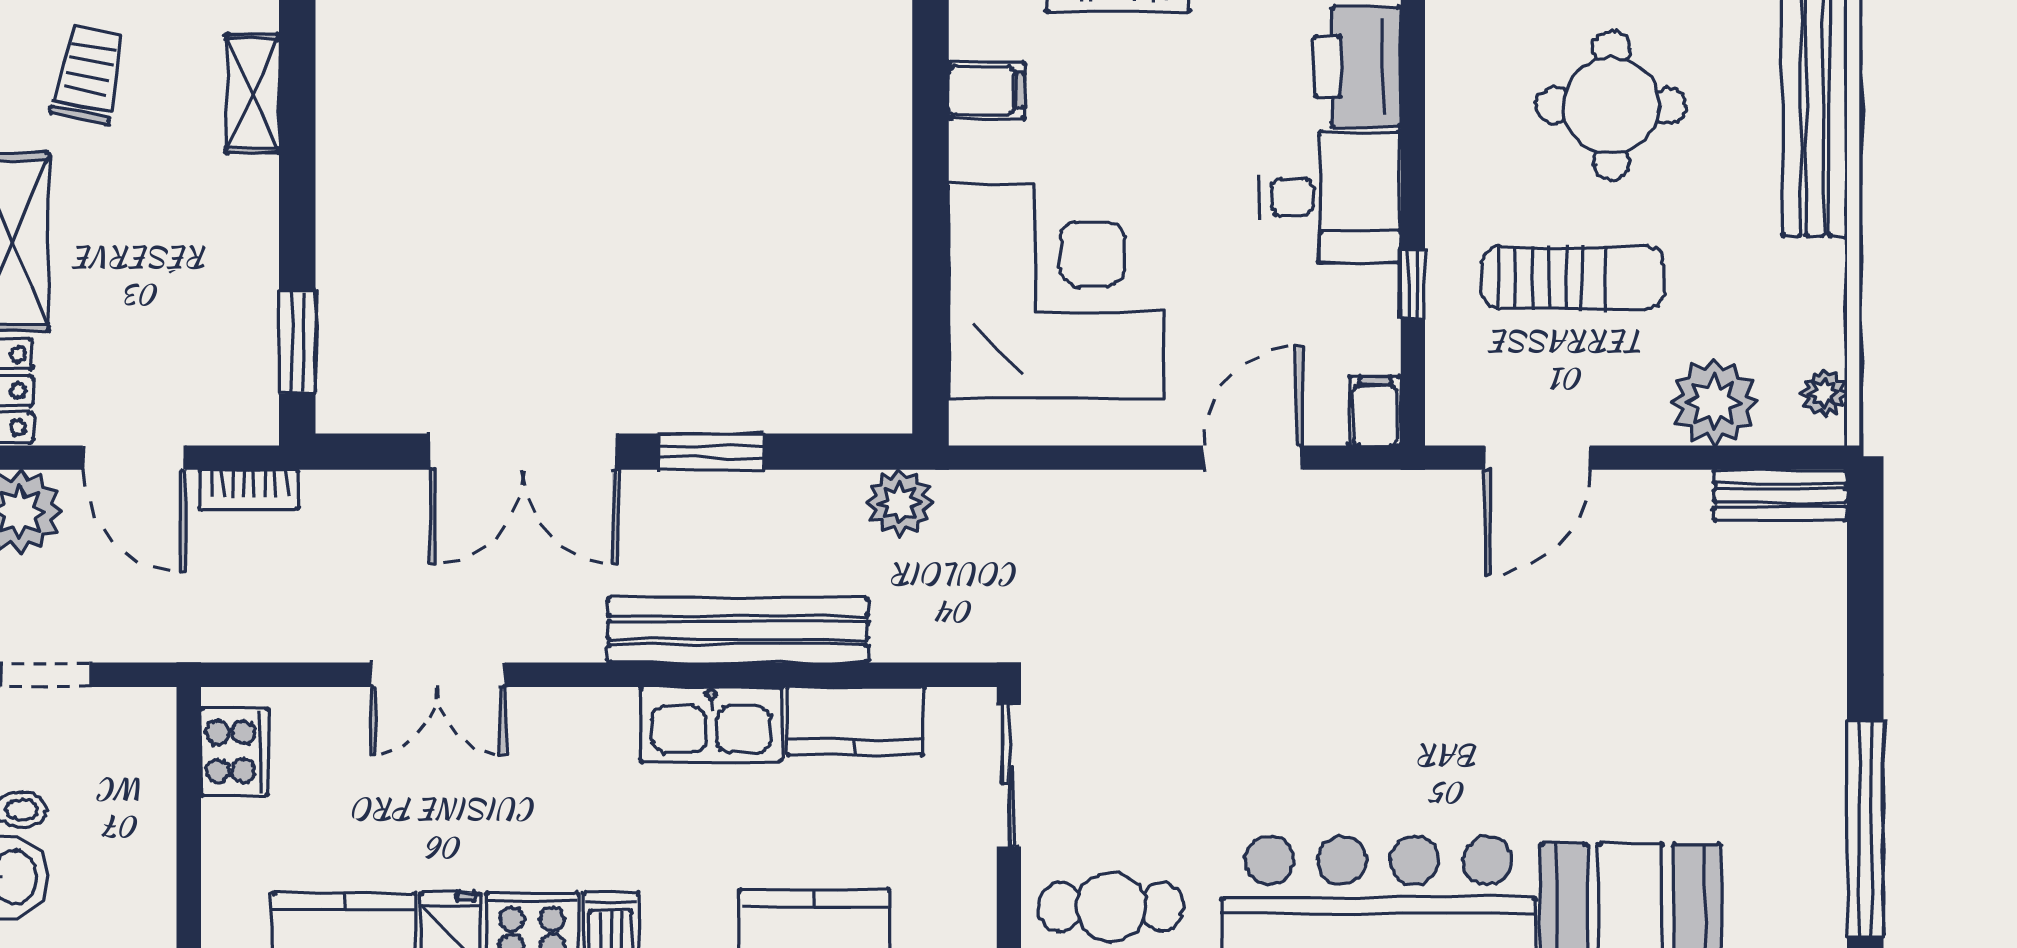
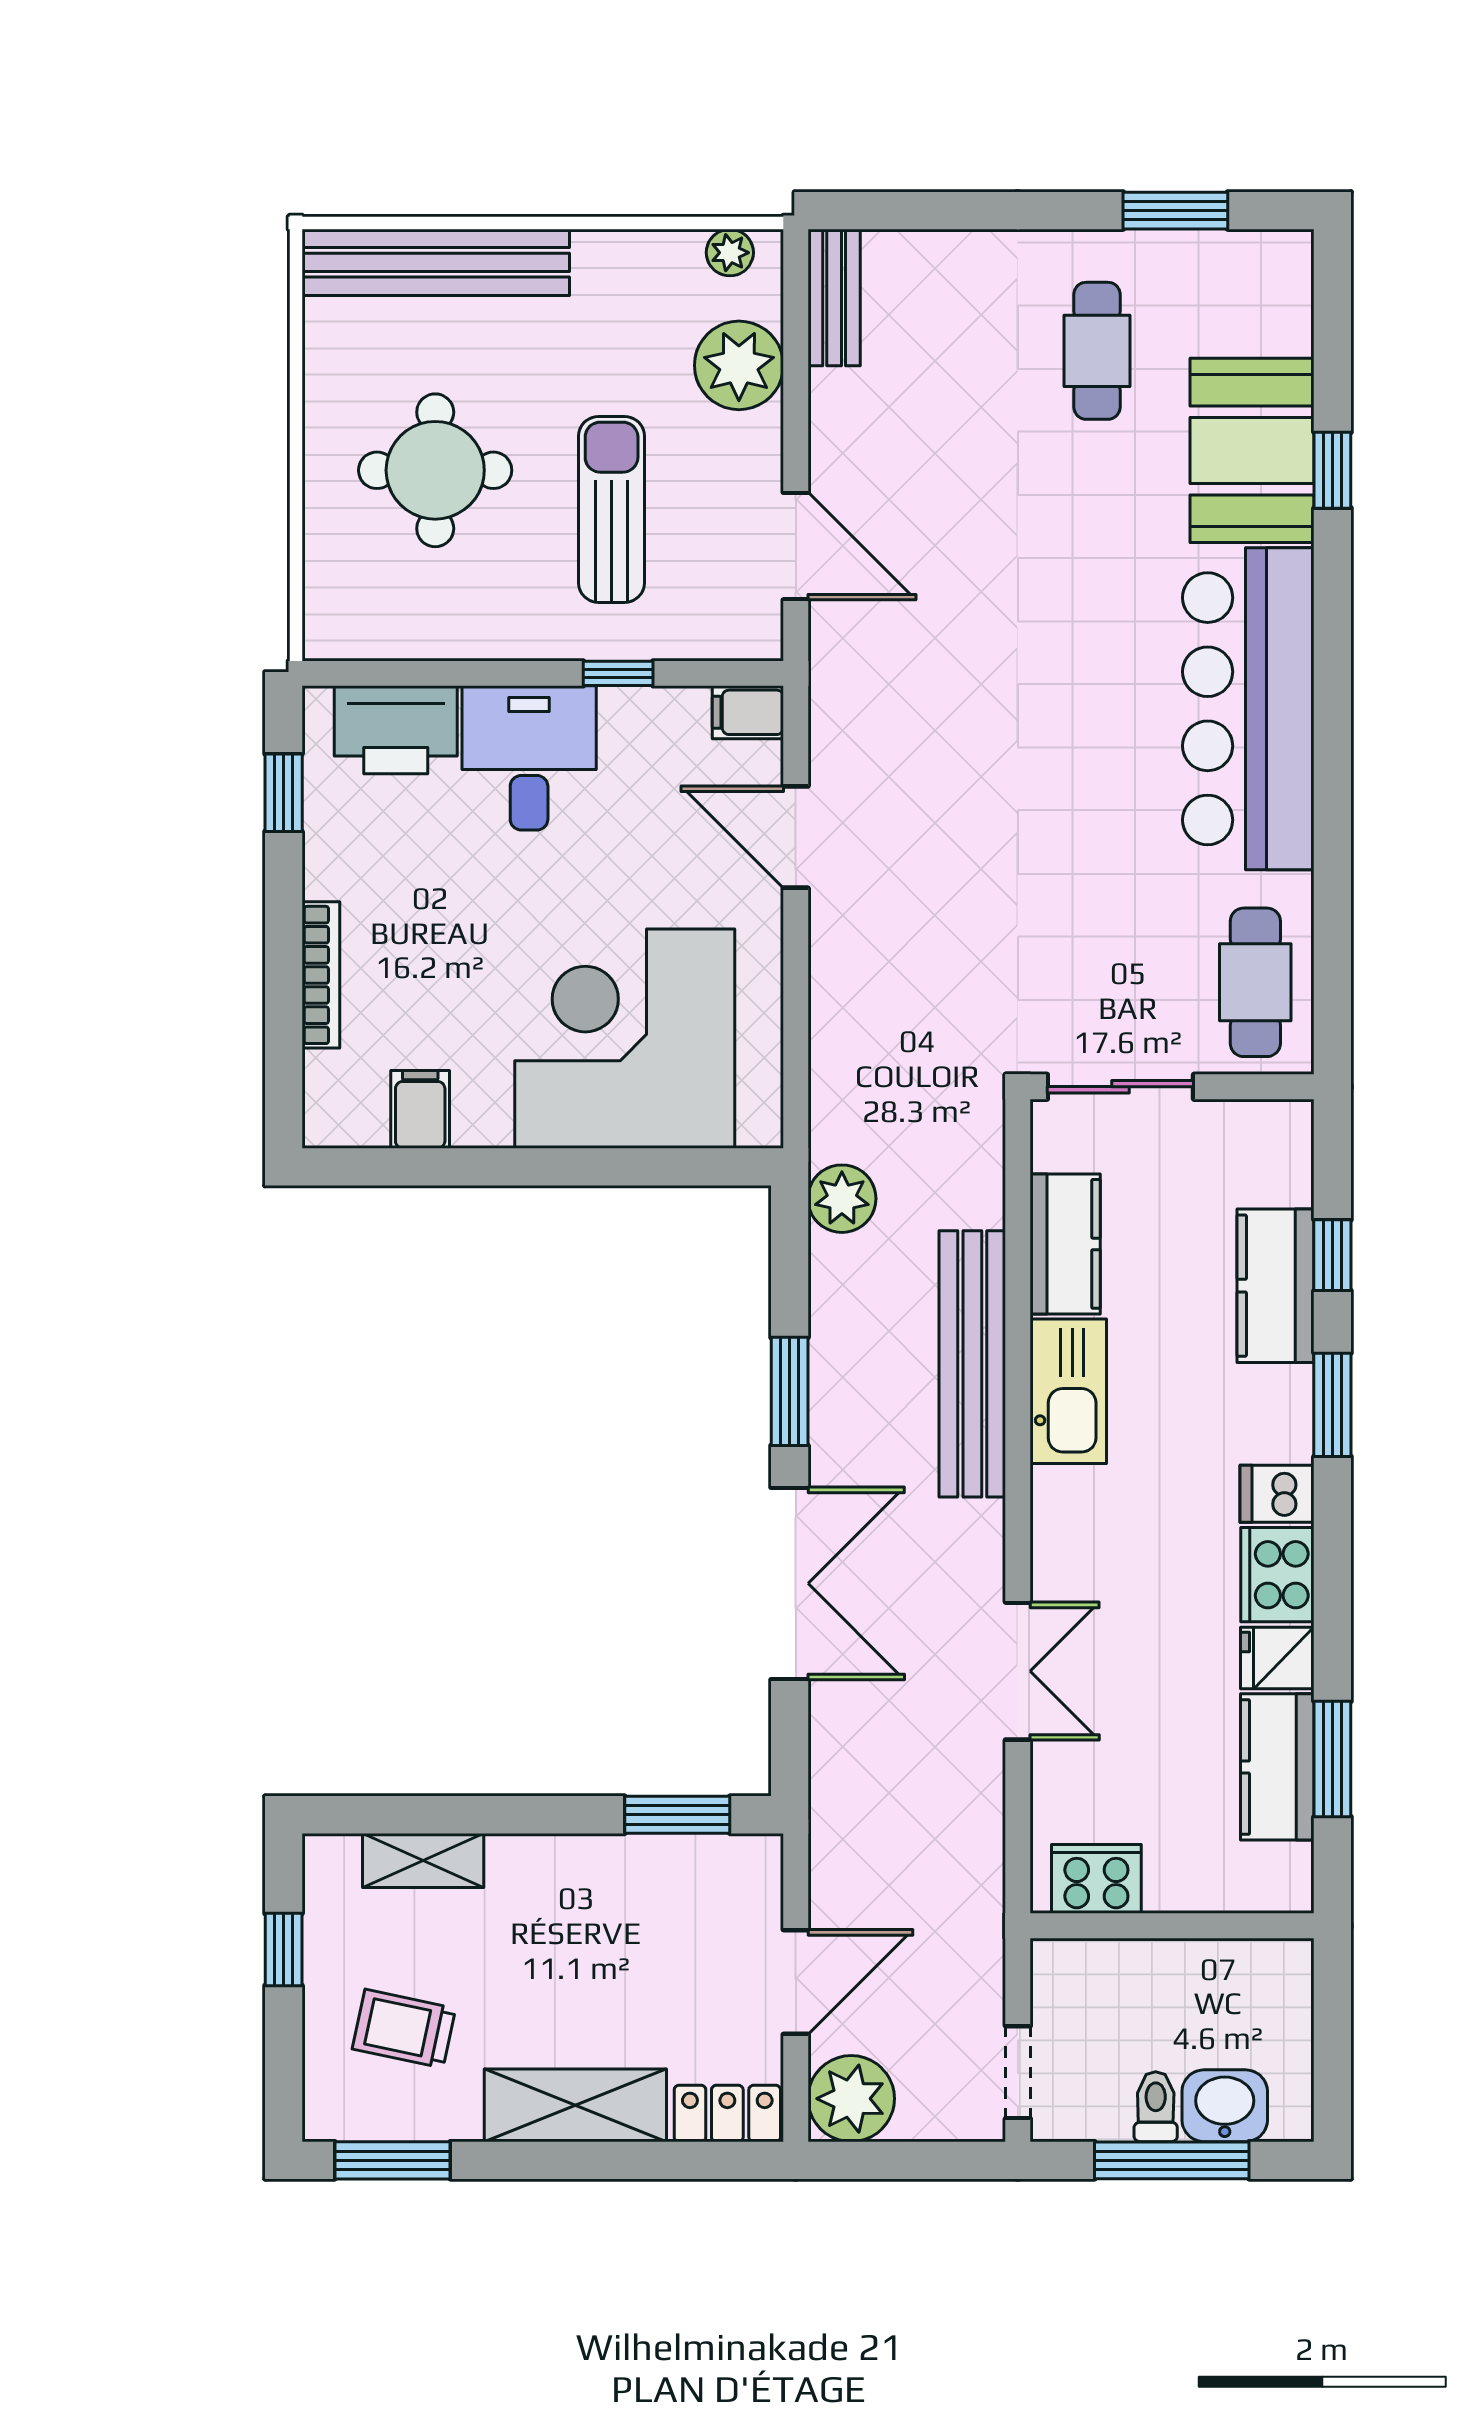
bookcase: (249, 490) -> (828, 1864), removed
cafe table: (1728, 752) -> (1097, 351), added
window: (1865, 829) -> (1175, 211), width x0.47

